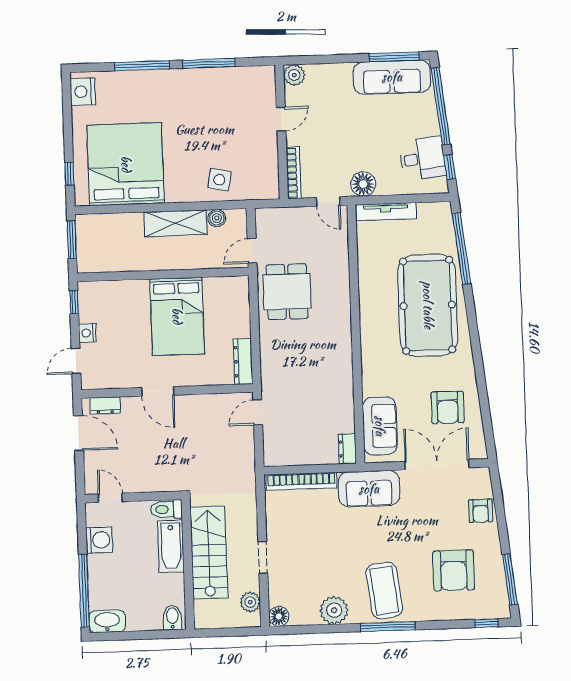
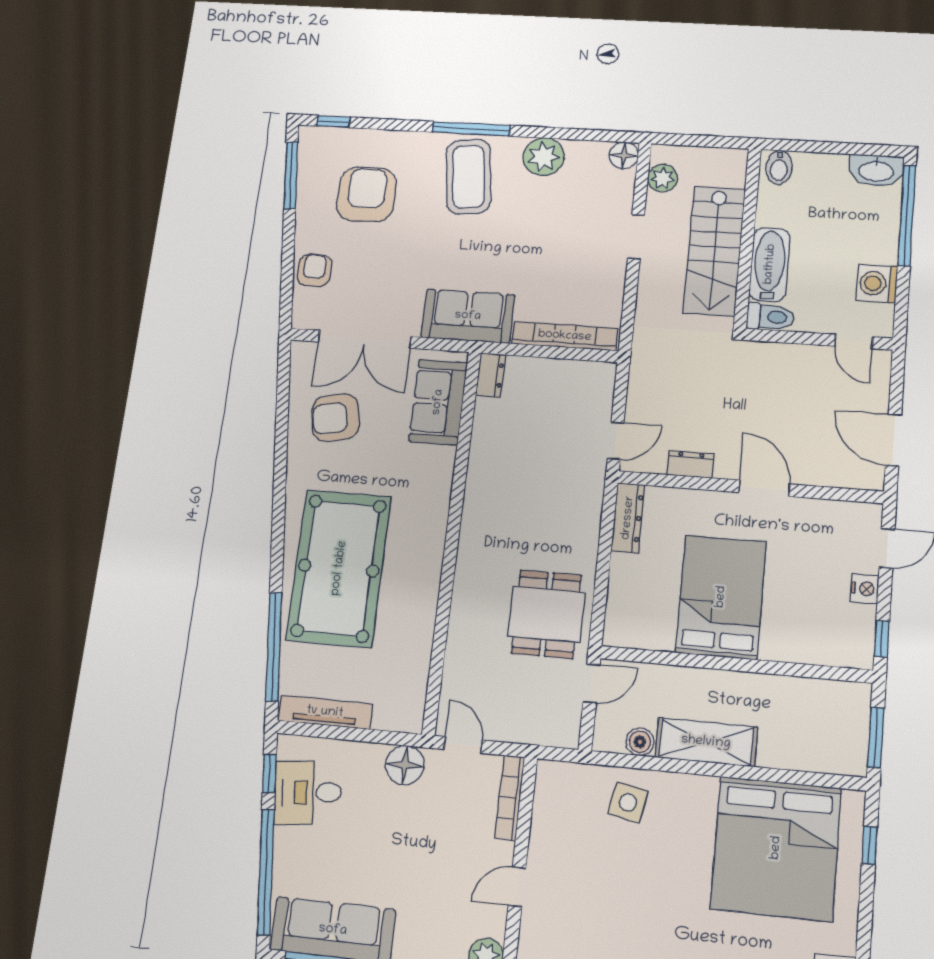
tv unit: (386, 212) -> (325, 712), moved
dresser: (105, 406) -> (691, 464), moved
armchair: (448, 407) -> (336, 418), turned -101

